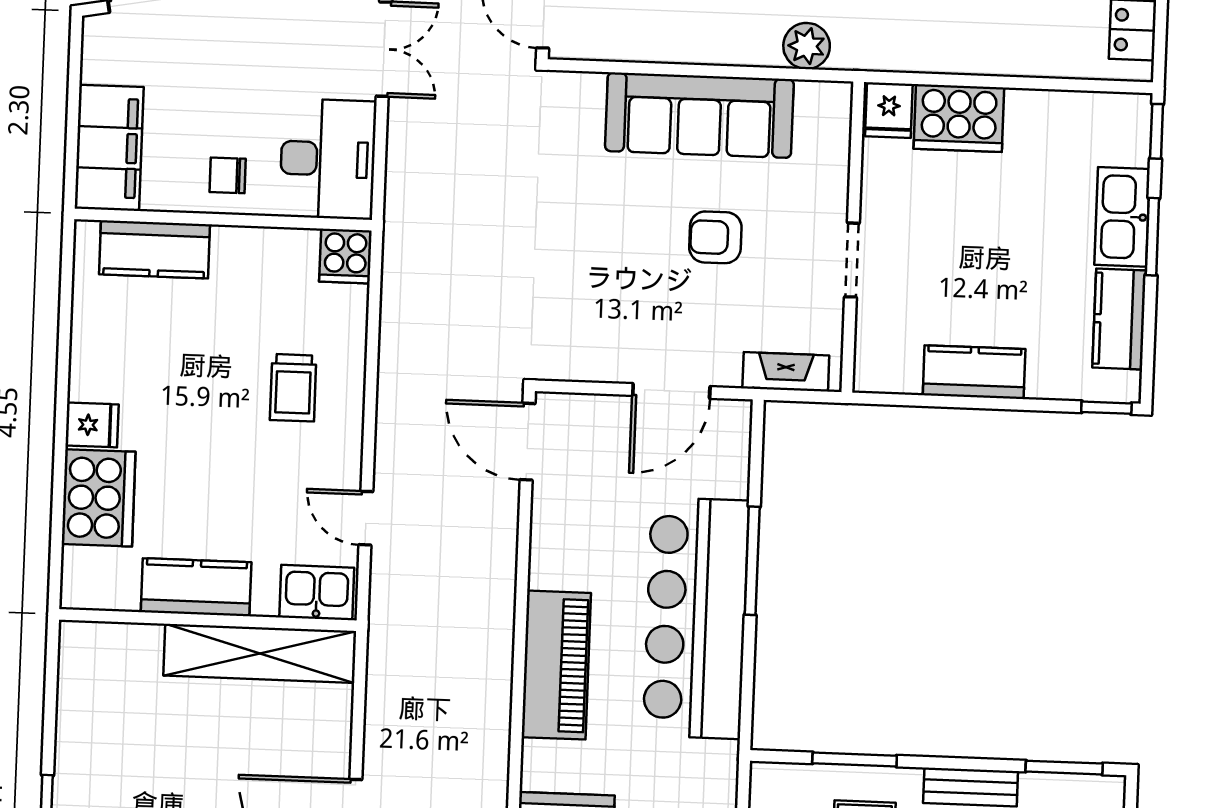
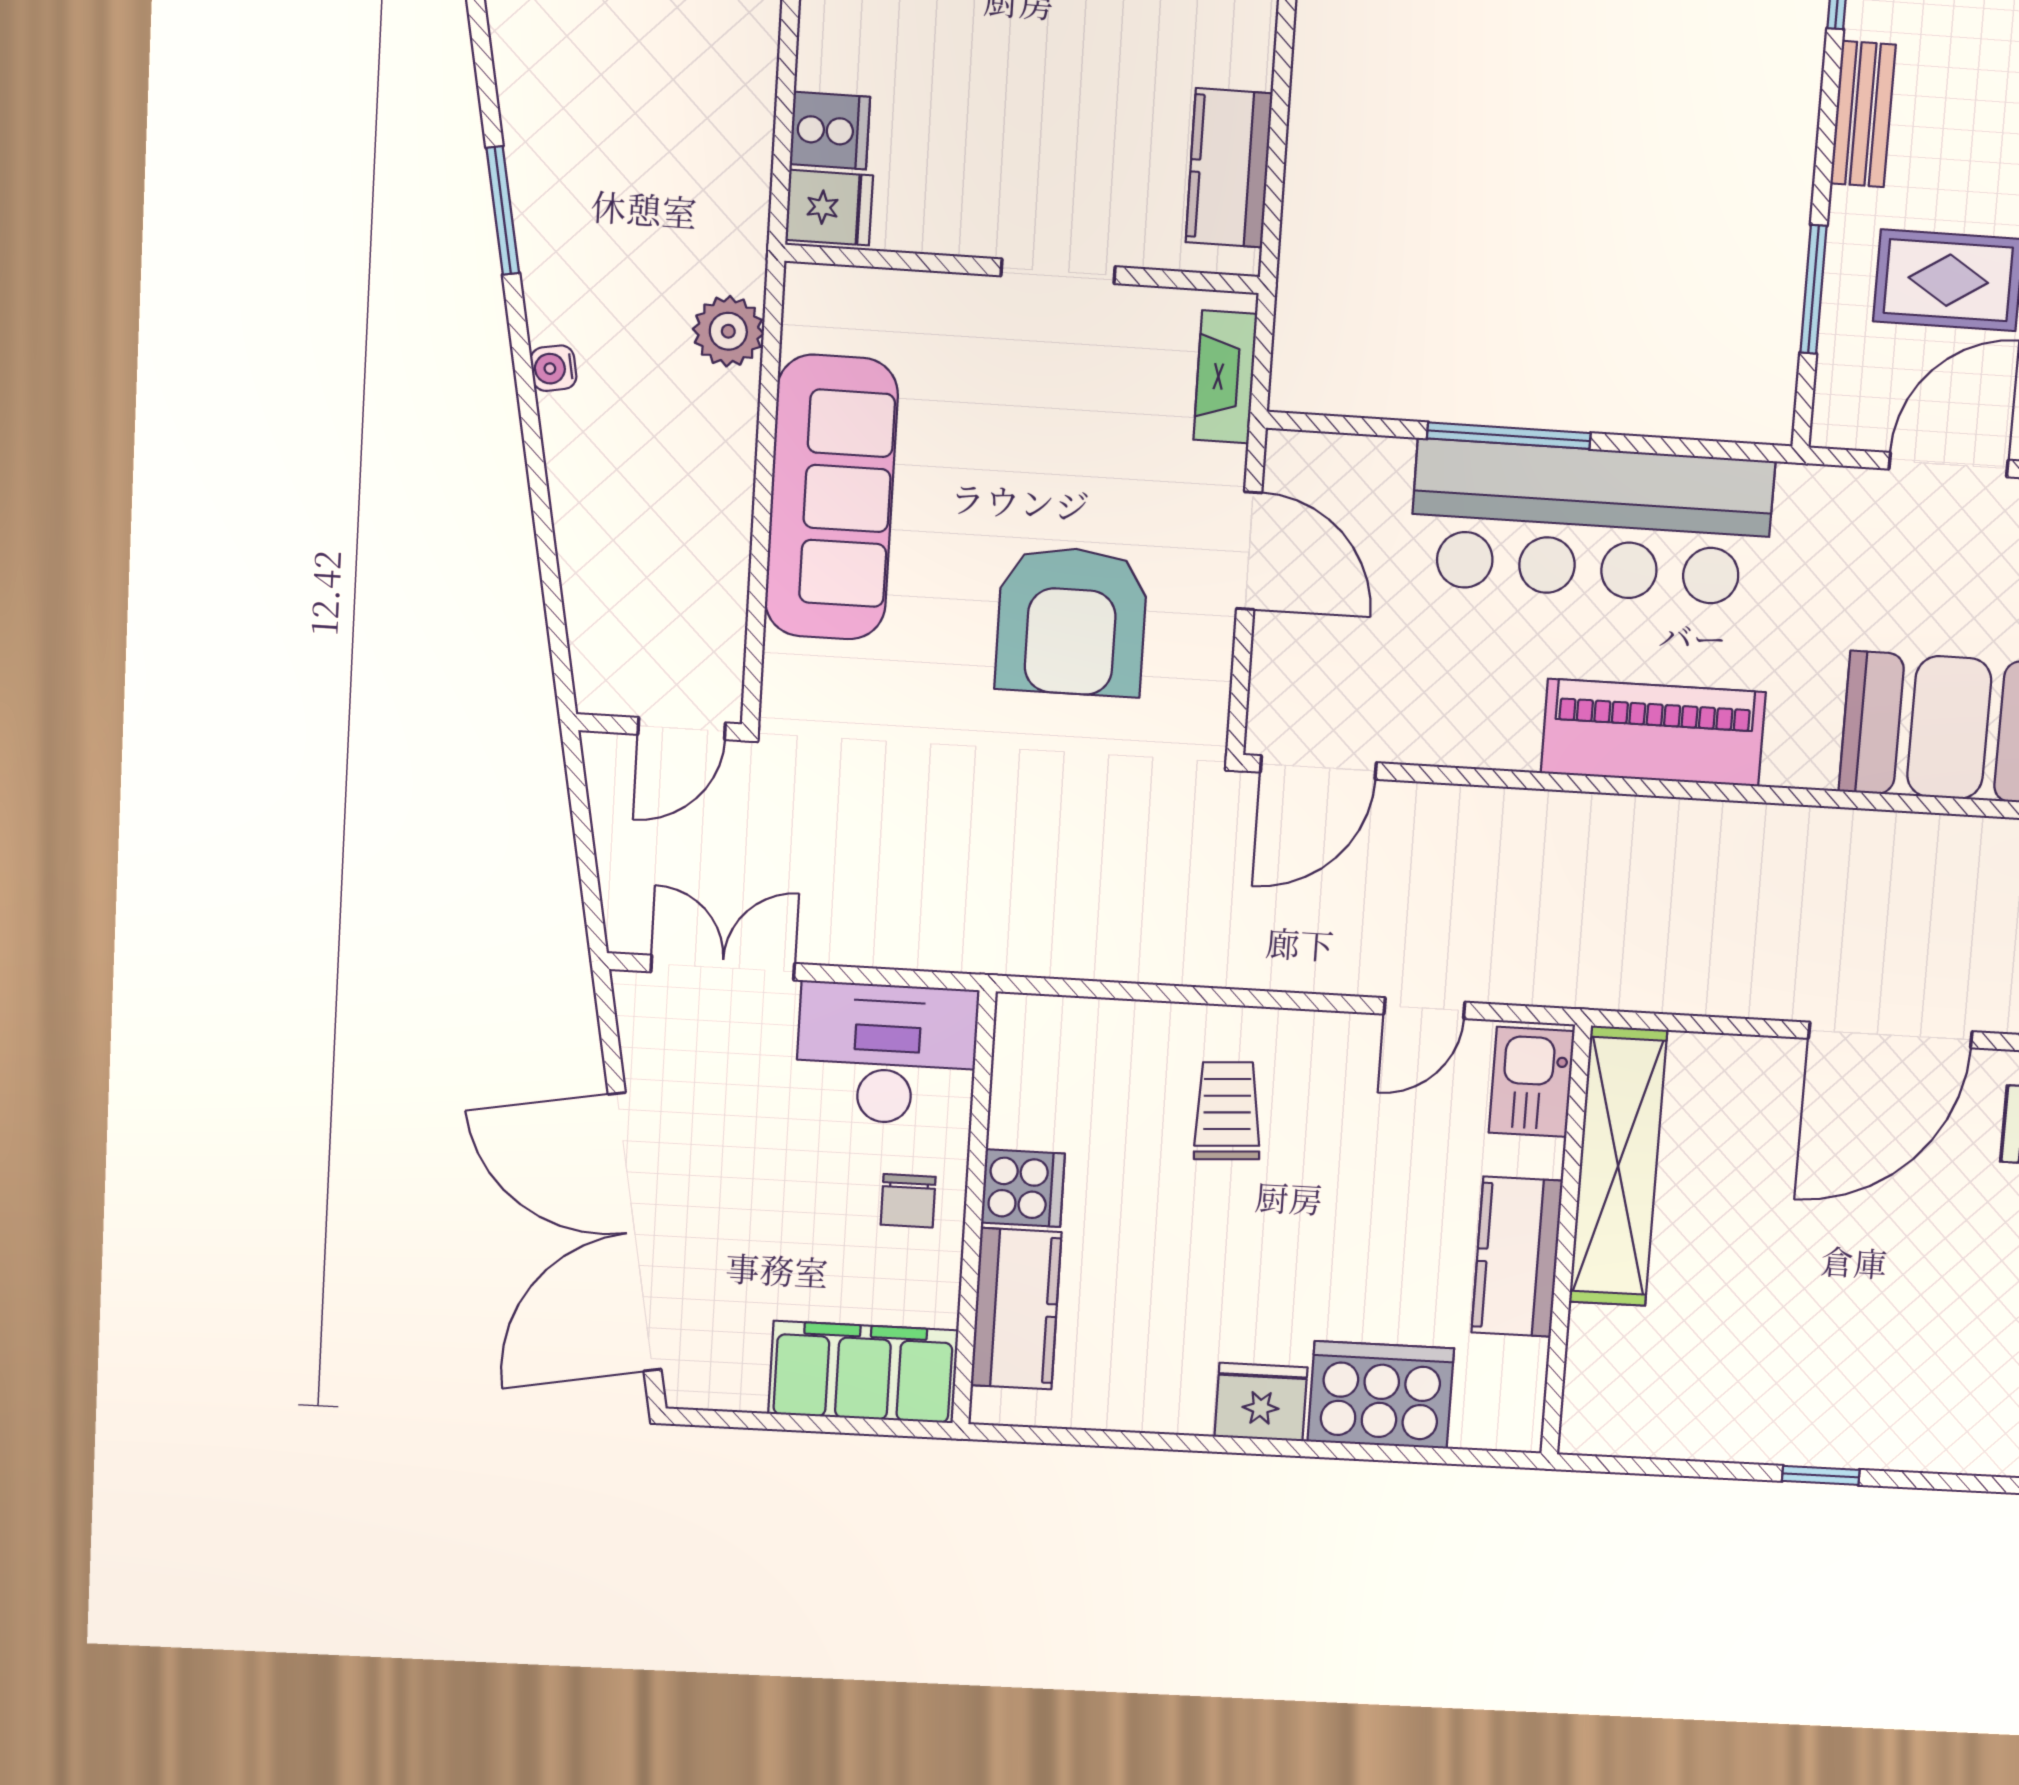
cooker: (959, 118) -> (830, 131), width x0.53, depth x0.76
armchair: (715, 237) -> (1071, 621), moved, width x1.88, depth x1.88
cooker: (345, 256) -> (1023, 1188), moved
kitchen counter: (974, 372) -> (1229, 168), moved
trolley: (293, 388) -> (1227, 1111), turned -93
fridge: (92, 425) -> (1261, 1402), width x1.38

